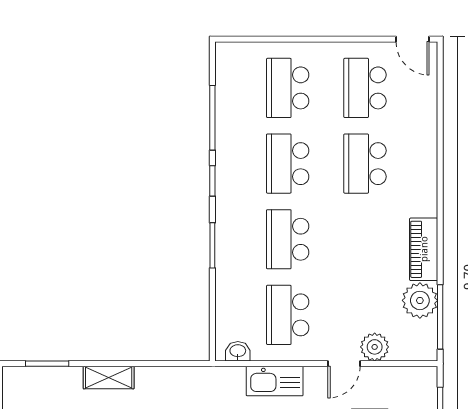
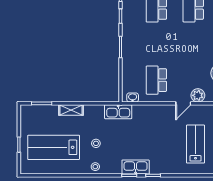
school desk: (288, 239) -> (156, 44), removed
kitchen sink: (275, 381) -> (118, 112), moved

